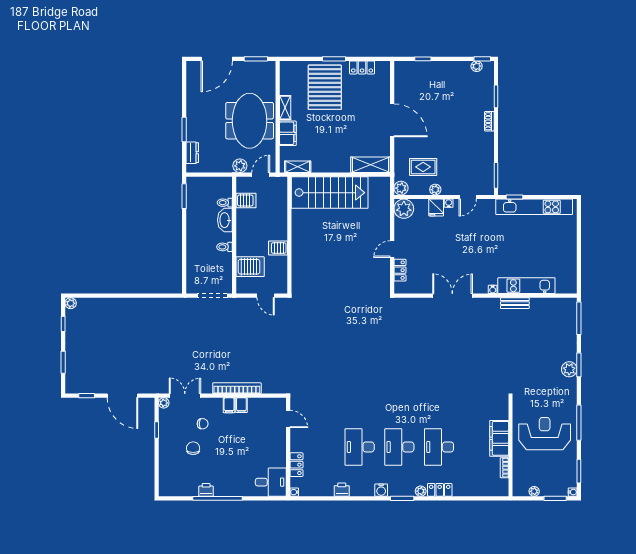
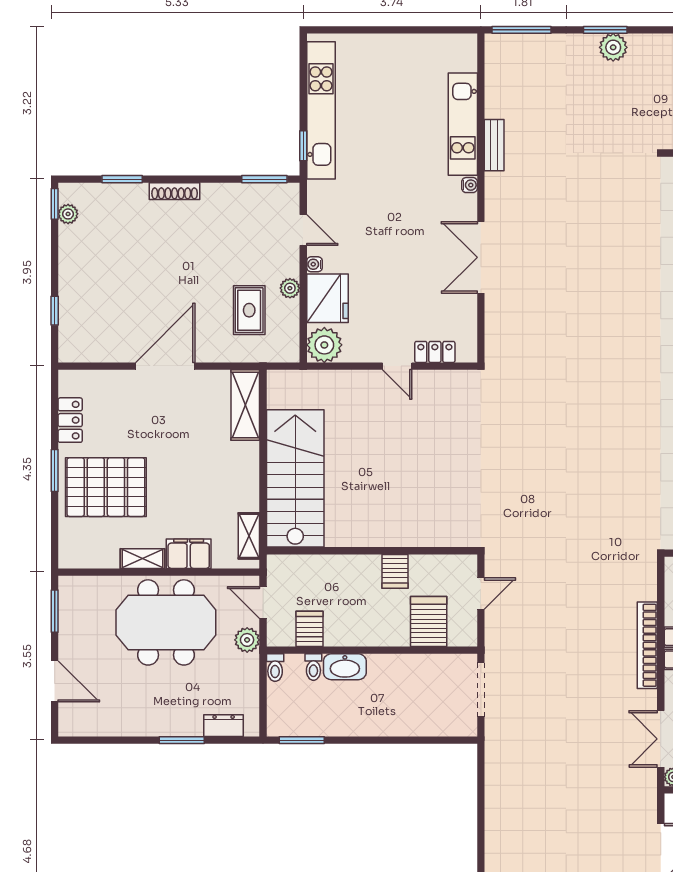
door: (217, 59) -> (55, 681), width x0.73
shoe rack: (489, 121) -> (175, 191), width x1.43
plant: (401, 188) -> (287, 350), removed
fridge: (436, 208) -> (327, 298), width x1.88, depth x1.34
toilet: (224, 247) -> (275, 668), moved

